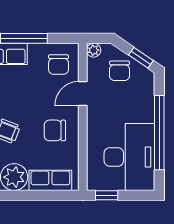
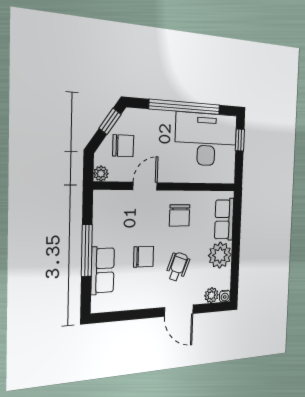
chair: (59, 65) -> (144, 257), moved
door: (83, 94) -> (145, 186), swing flipped
window: (107, 195) -> (240, 140), moved

